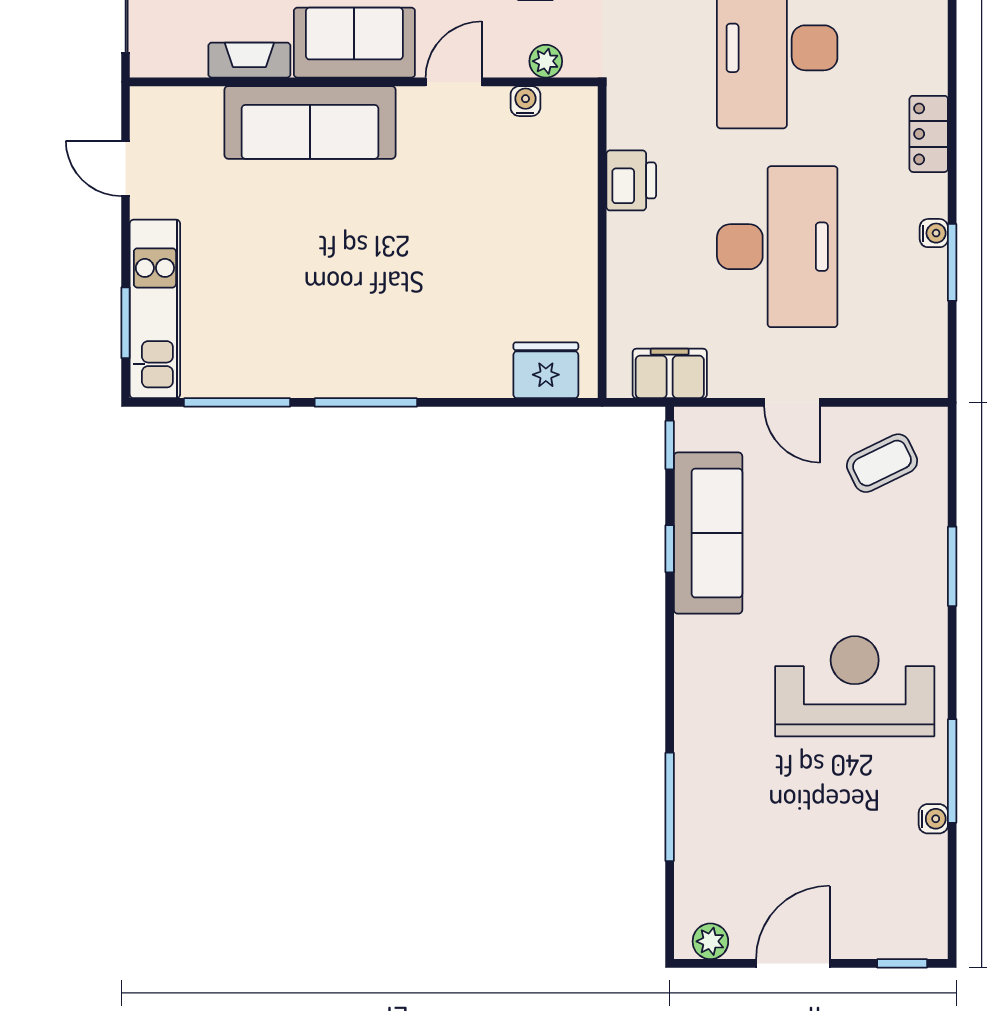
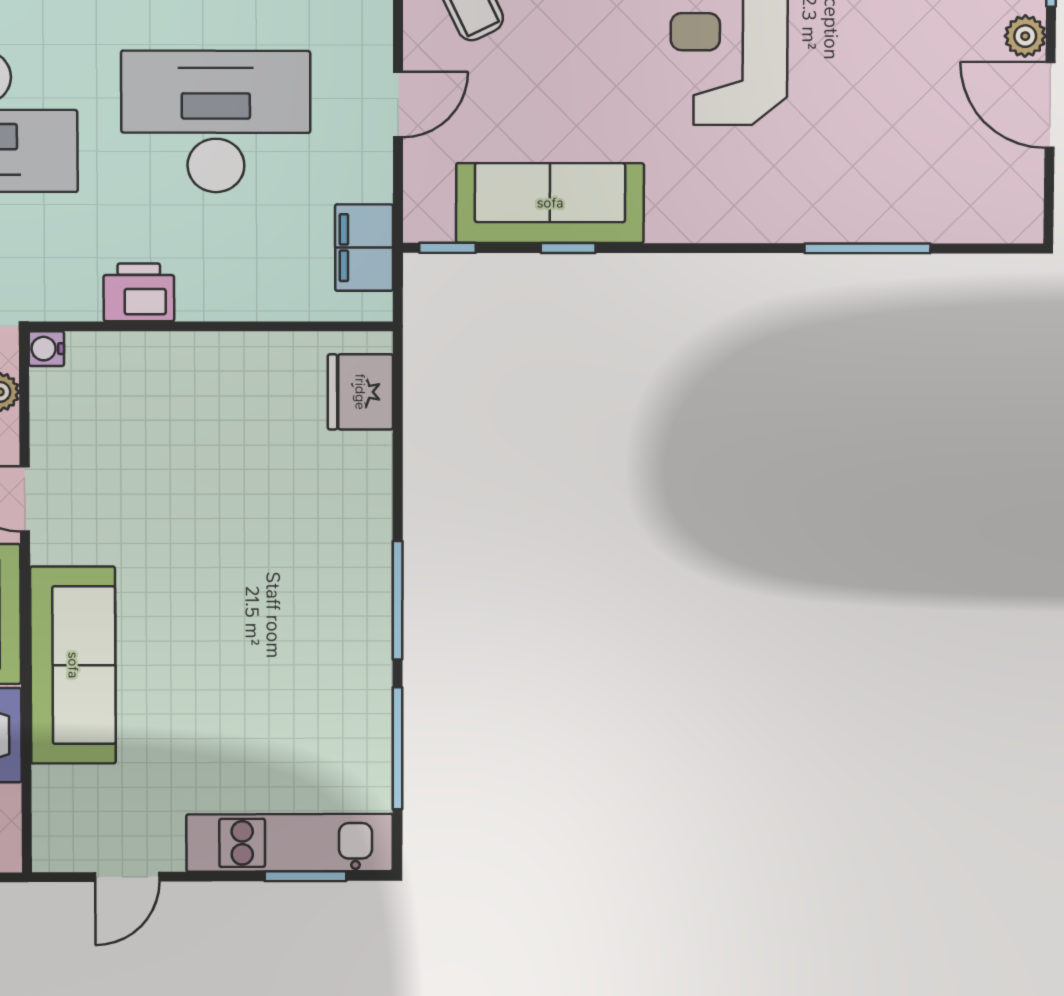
water cooler: (525, 101) -> (46, 349), moved
plant: (710, 941) -> (1025, 36), moved

